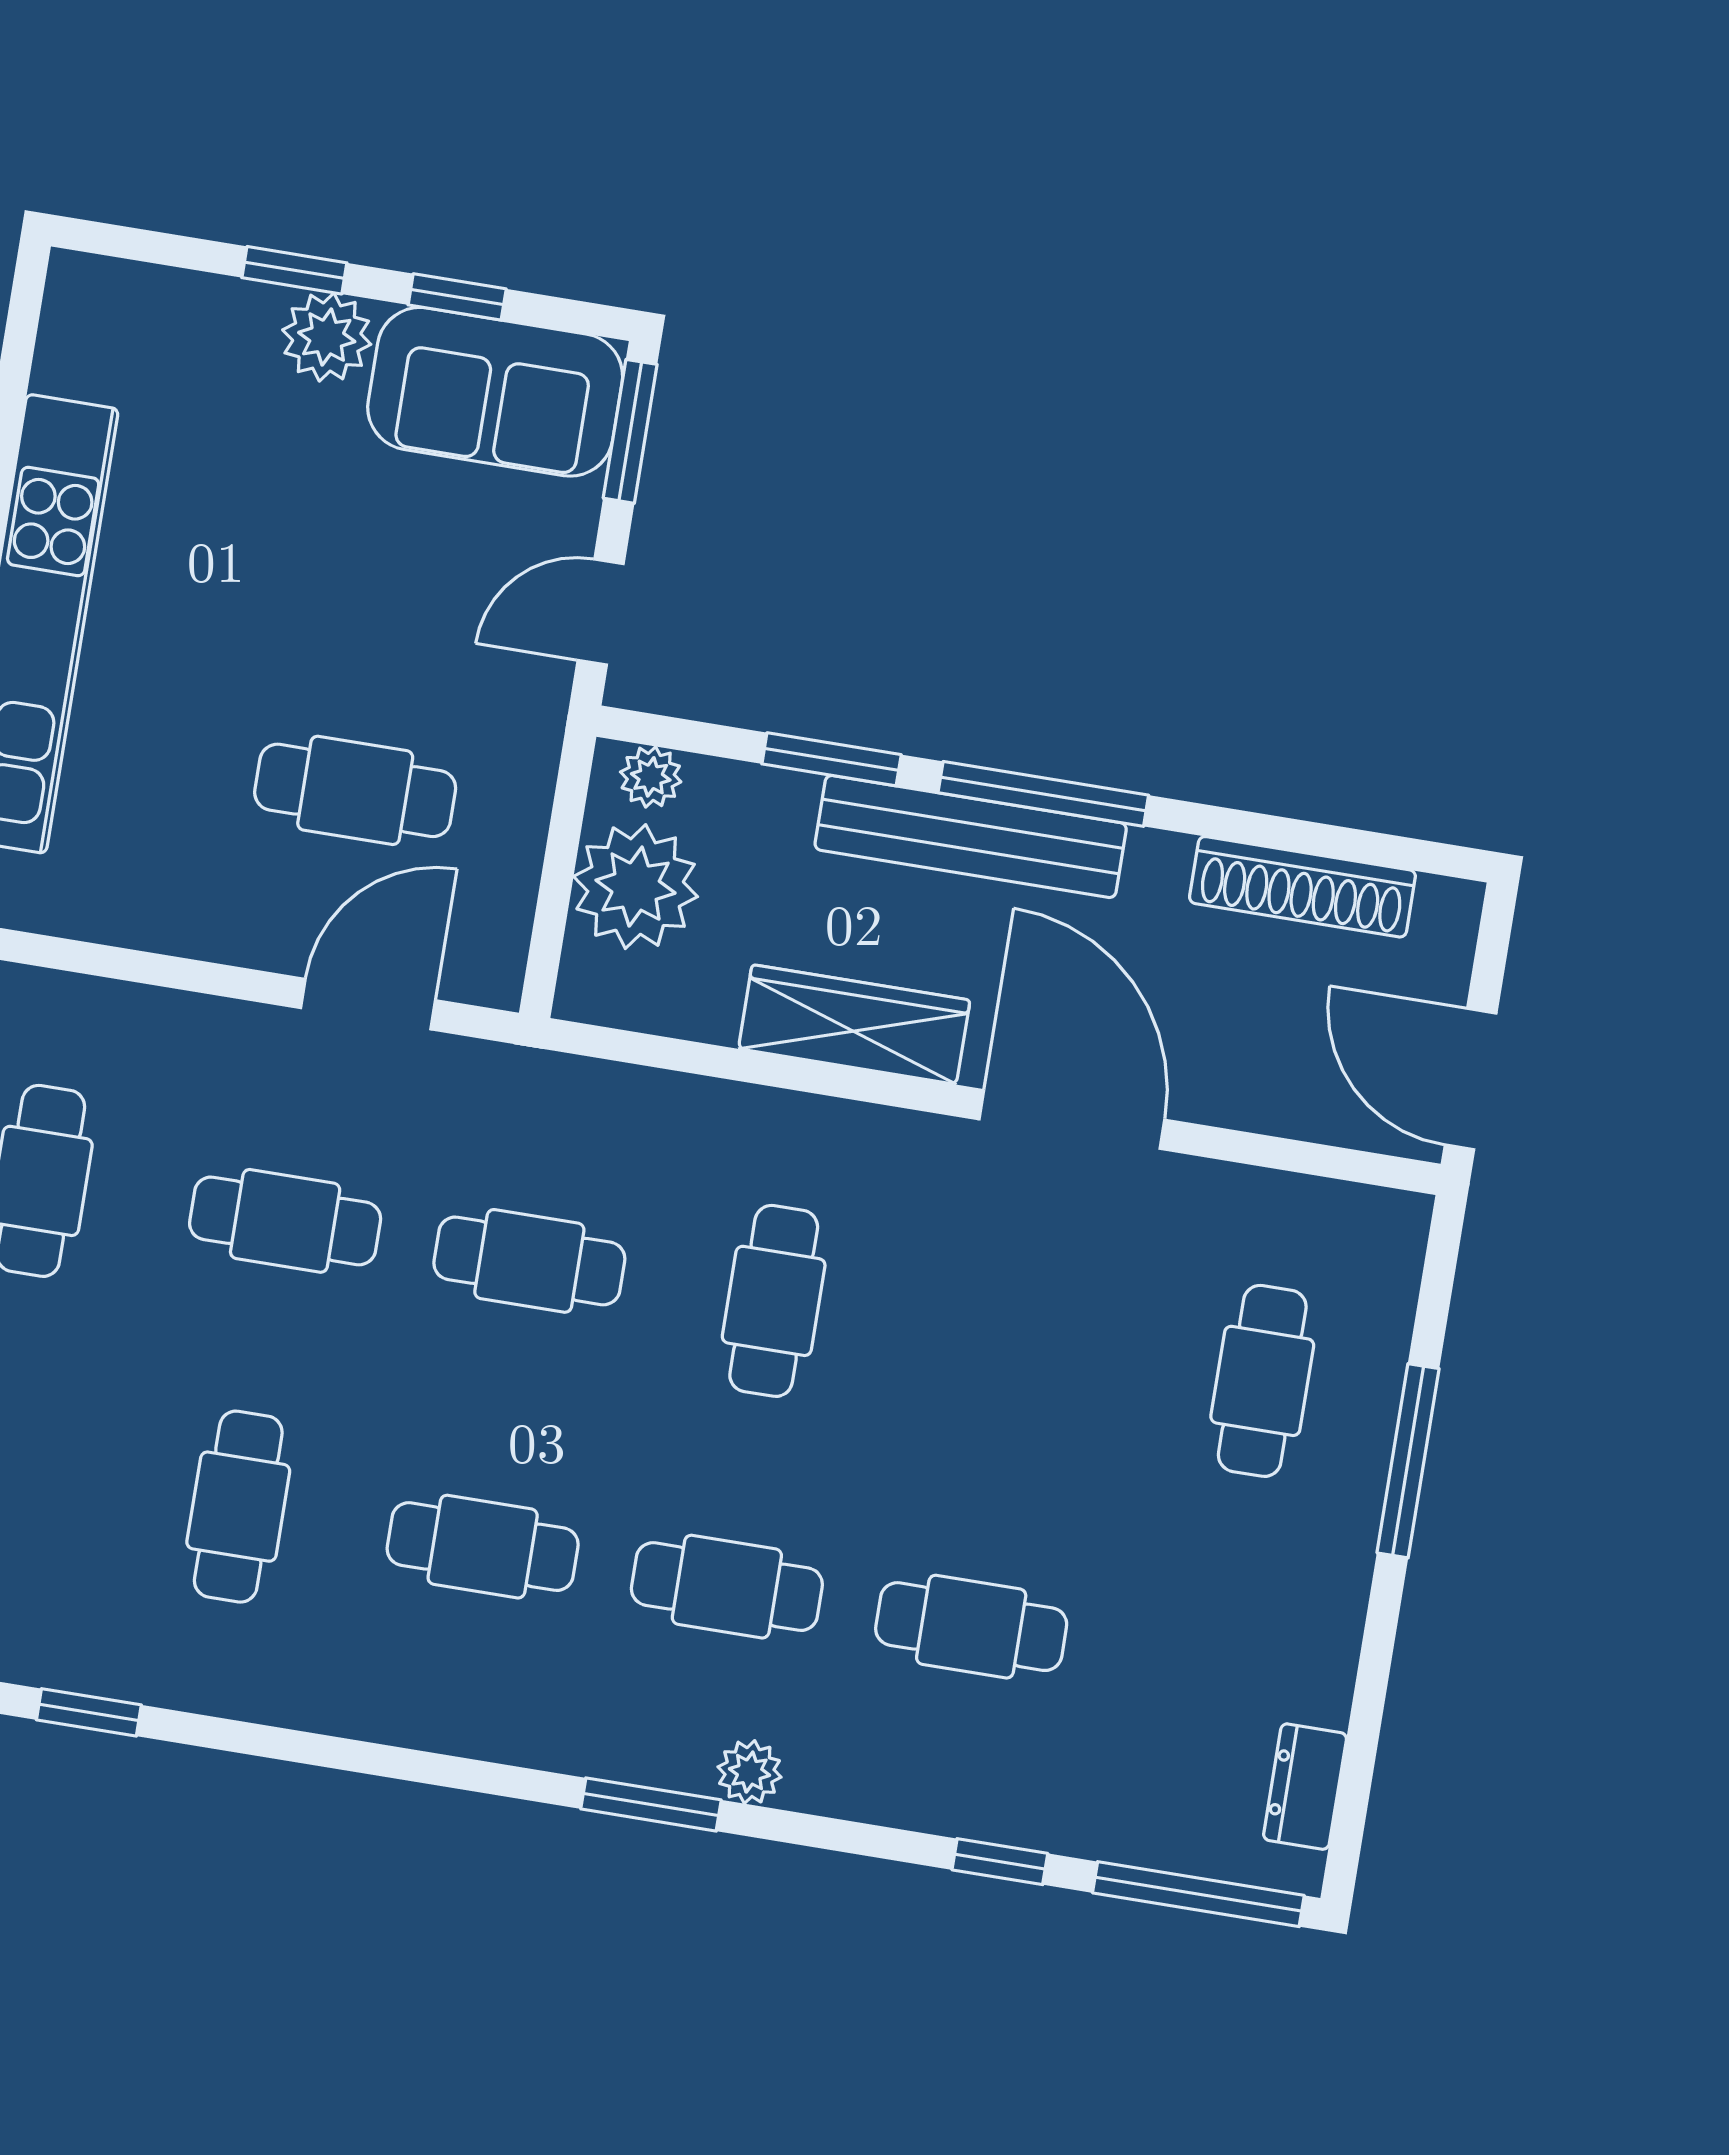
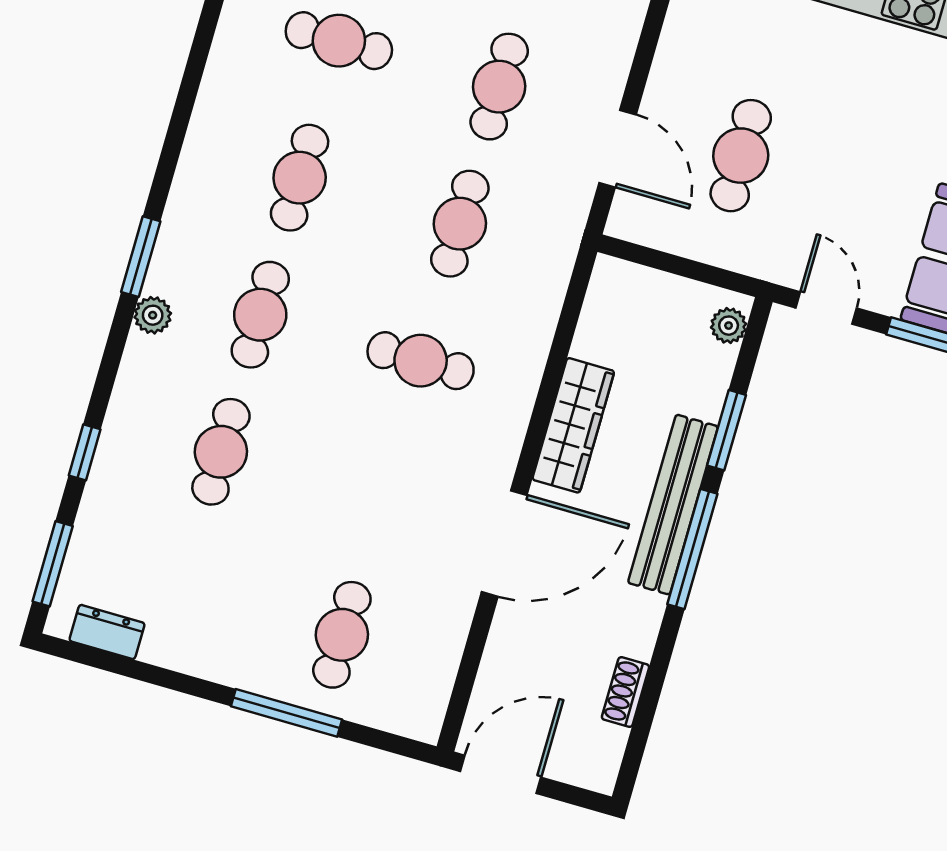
plant: (636, 887) -> (667, 310), removed
shoe rack: (1302, 887) -> (625, 692), width x0.51, depth x0.81
cafe table: (1262, 1381) -> (342, 635), turned 90
window: (1198, 1894) -> (53, 564), width x0.69

